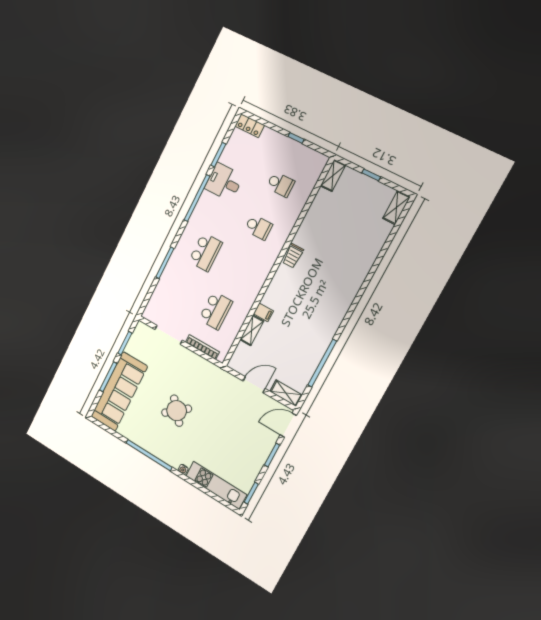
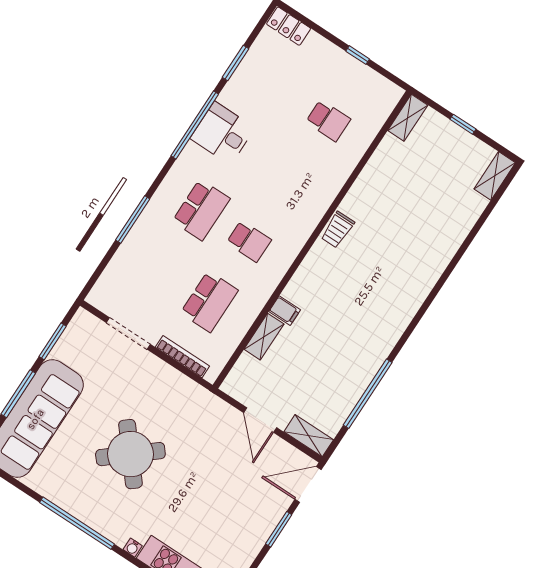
desk: (224, 182) -> (223, 133), moved
school desk: (258, 227) -> (249, 241), moved
door: (254, 385) -> (260, 420), swing flipped
round table: (177, 411) -> (130, 454), width x1.36, depth x1.36

